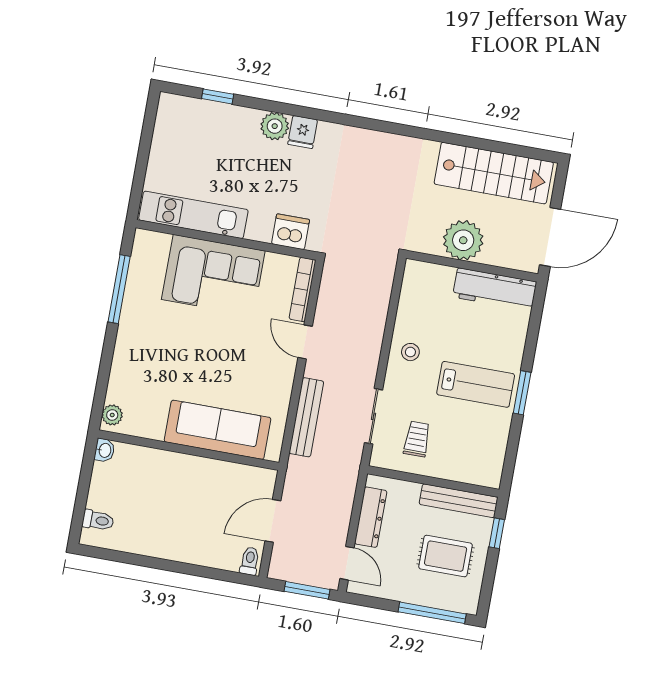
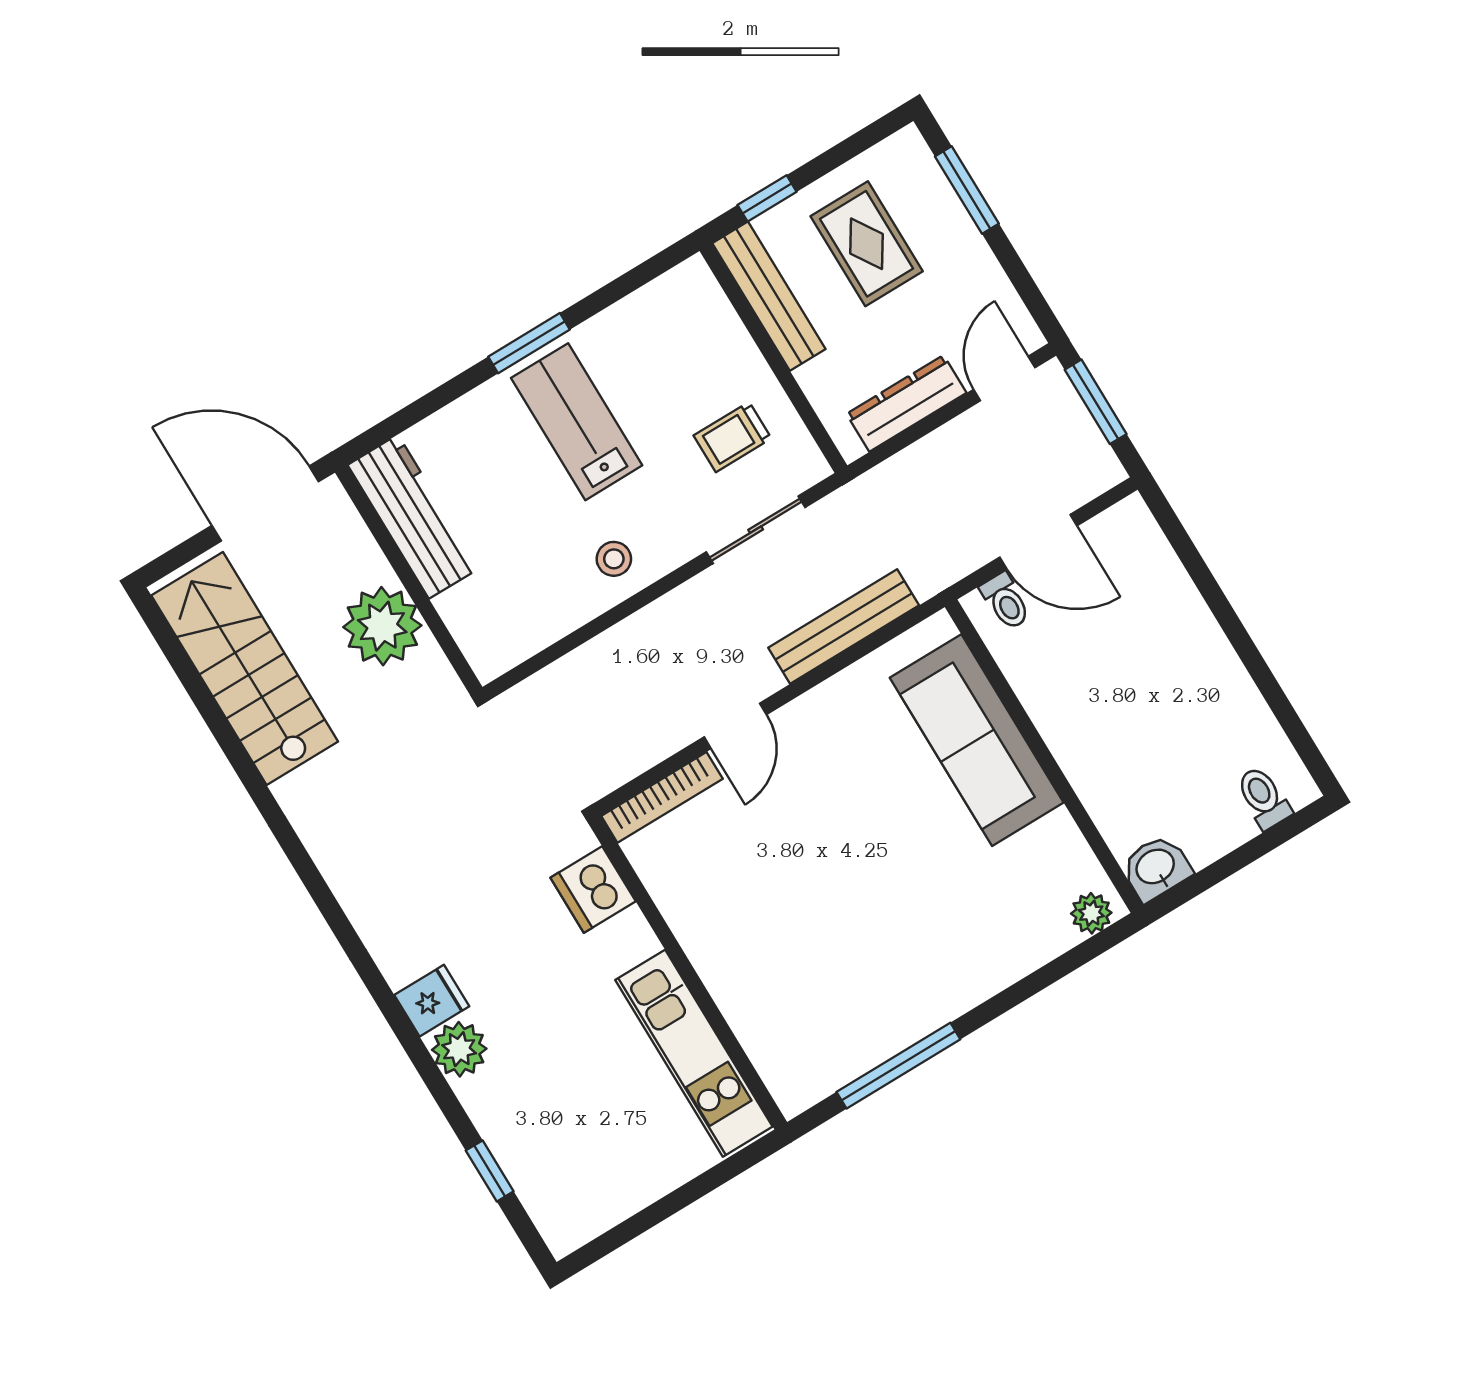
corner sofa: (213, 275) -> (756, 946), removed
washbasin: (104, 450) -> (1156, 868), width x1.38, depth x1.45
toilet: (250, 561) -> (1006, 601), moved, turned -90
window: (432, 613) -> (967, 190), width x0.69

